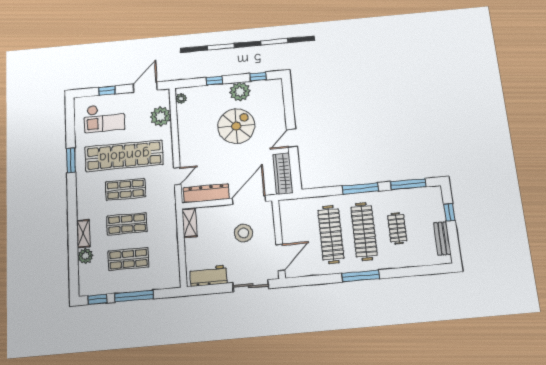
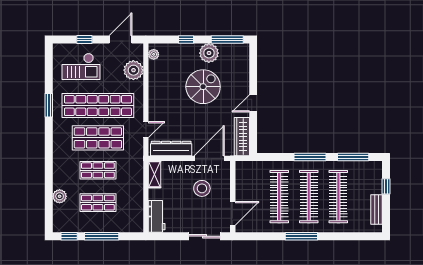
window: (258, 77) -> (227, 39), width x2.17
shop shelf: (125, 189) -> (98, 138), width x1.43, depth x1.36
clothes rail: (397, 228) -> (338, 197), width x1.86, depth x1.31
shelving: (83, 233) -> (58, 176), removed
workbench: (209, 276) -> (157, 216), moved, turned 90

